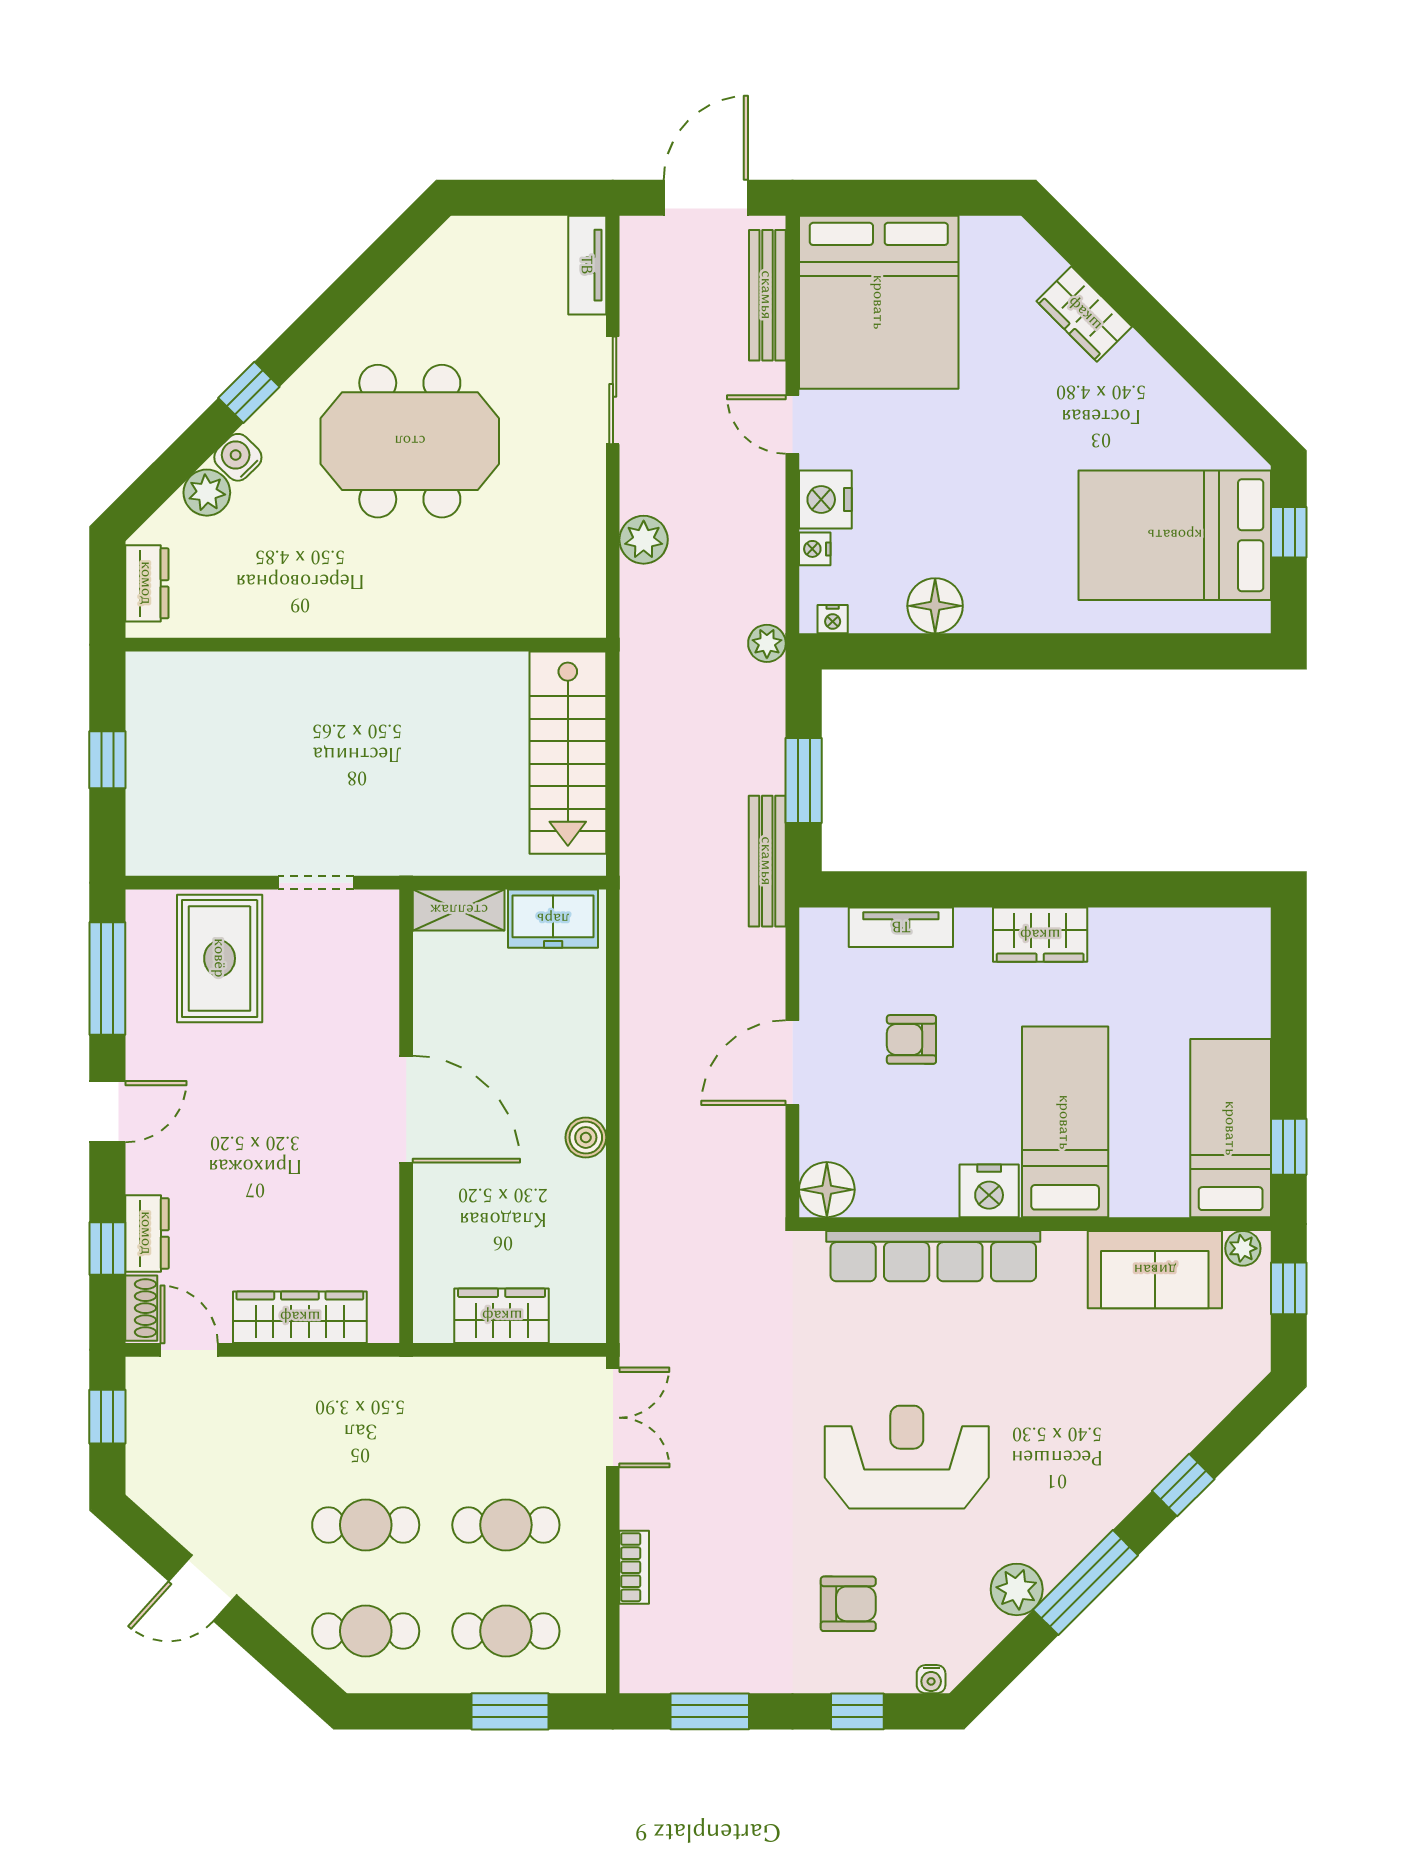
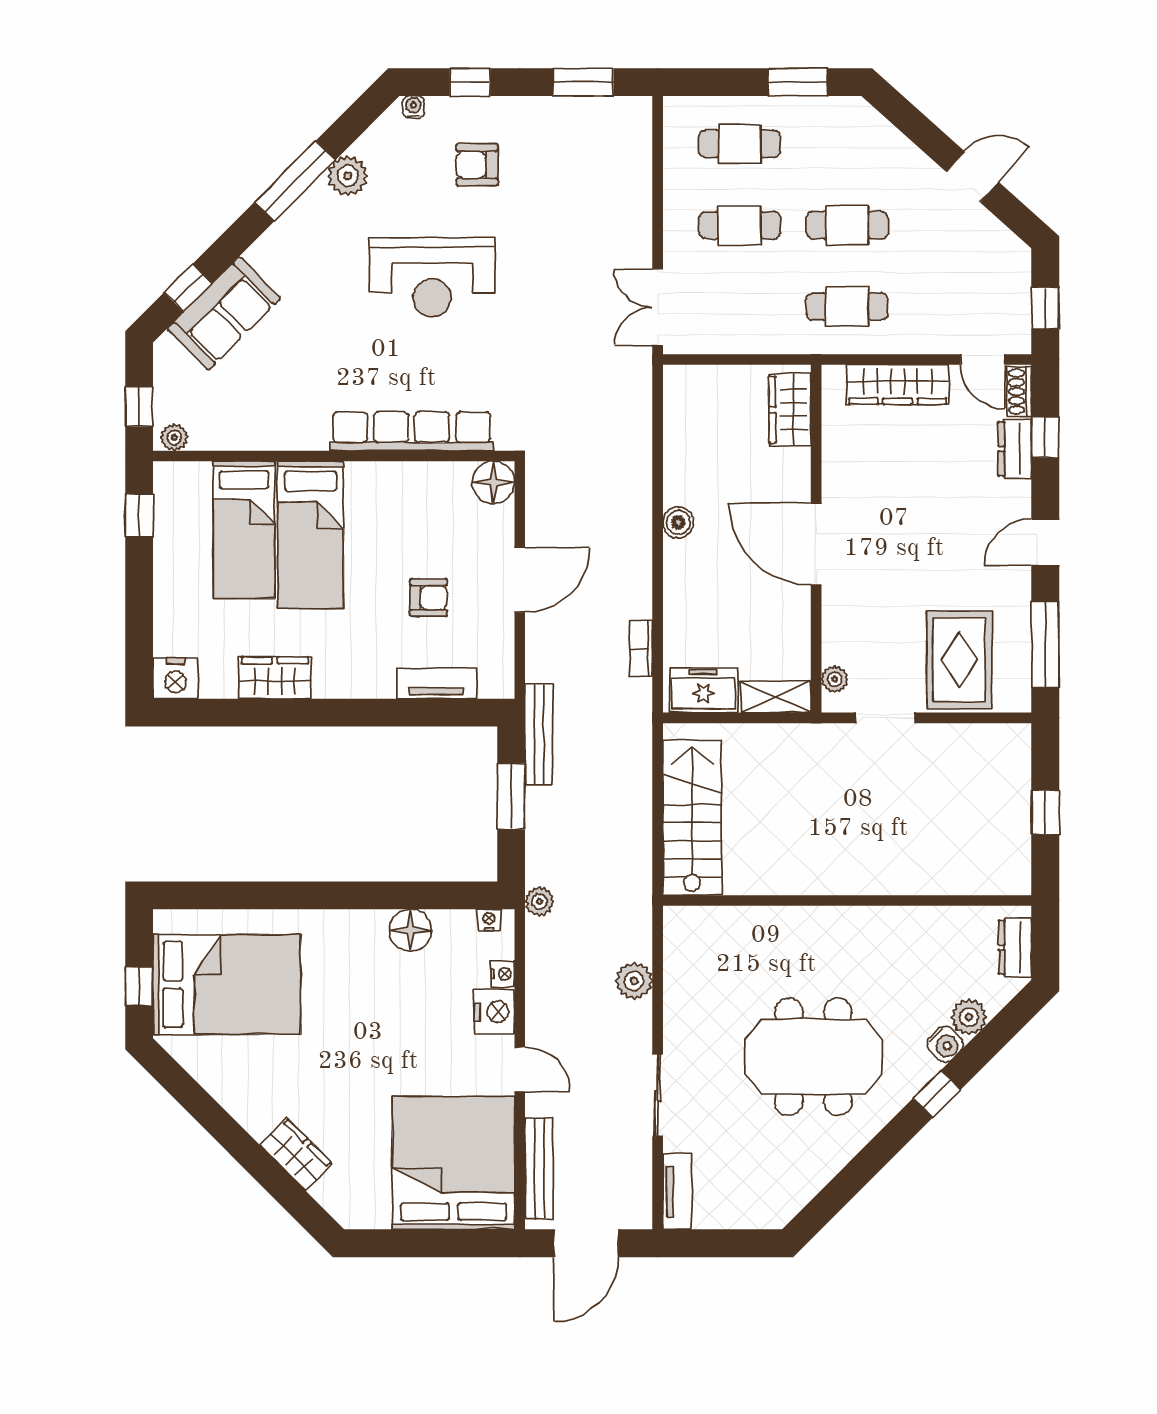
plant: (382, 933) -> (835, 679), added
wardrobe: (1040, 935) -> (275, 678), moved
bed: (1231, 1128) -> (244, 530), moved
nightstand: (989, 1191) -> (175, 679), moved, turned 180
sofa: (1155, 1270) -> (224, 313), moved, turned 135
wardrobe: (502, 1316) -> (790, 410), moved, turned 90
window: (1183, 1485) -> (188, 288), moved
bookcase: (634, 1567) -> (641, 649), moved
cafe table: (366, 1631) -> (847, 307), moved
window: (510, 1711) -> (798, 82), moved

